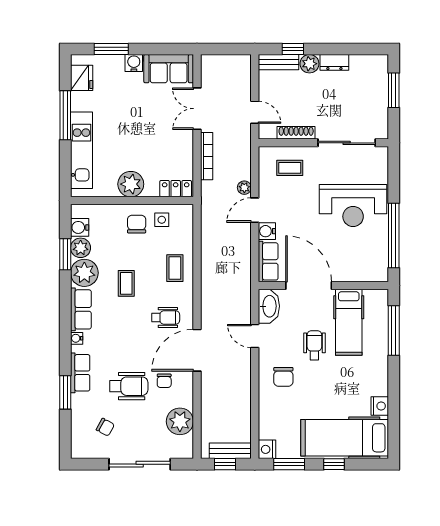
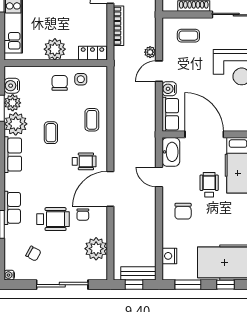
water cooler: (77, 338) -> (9, 275), moved
nightstand: (267, 449) -> (169, 256), moved

